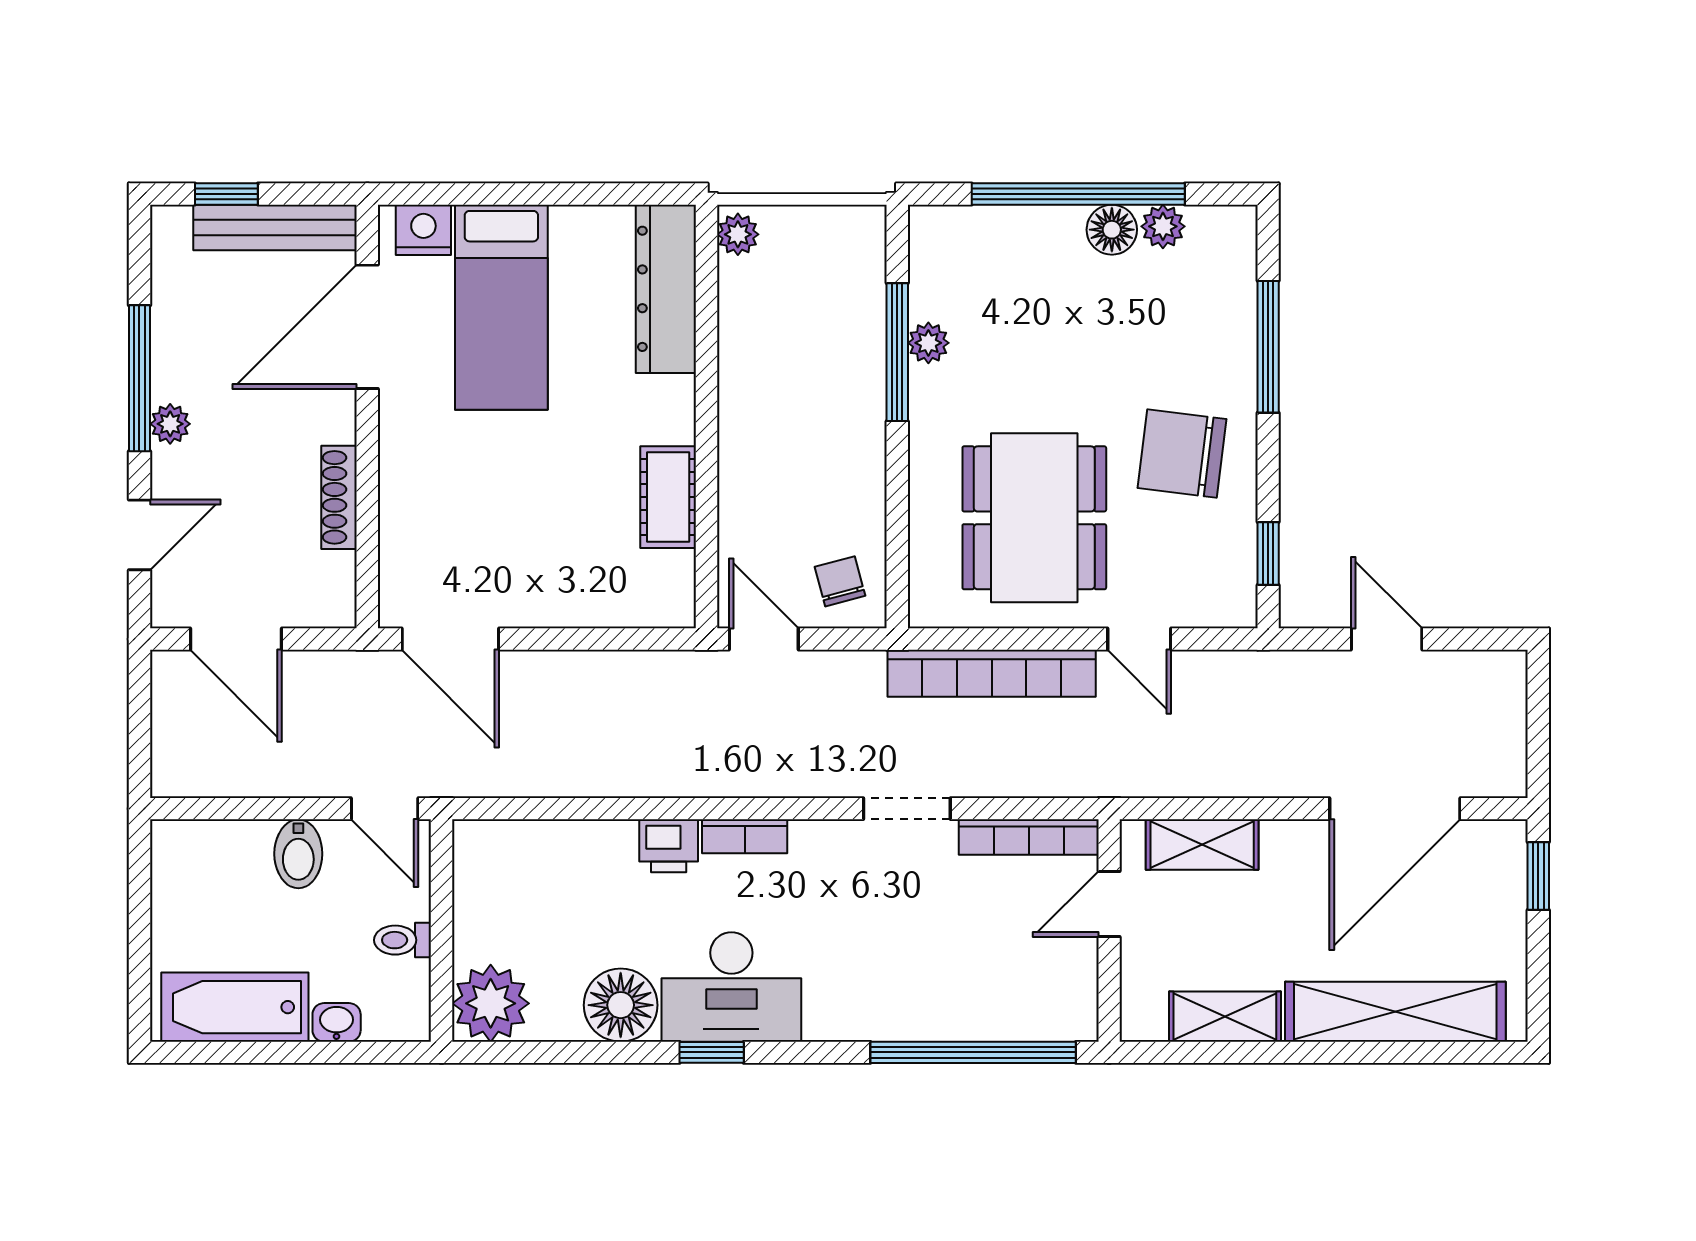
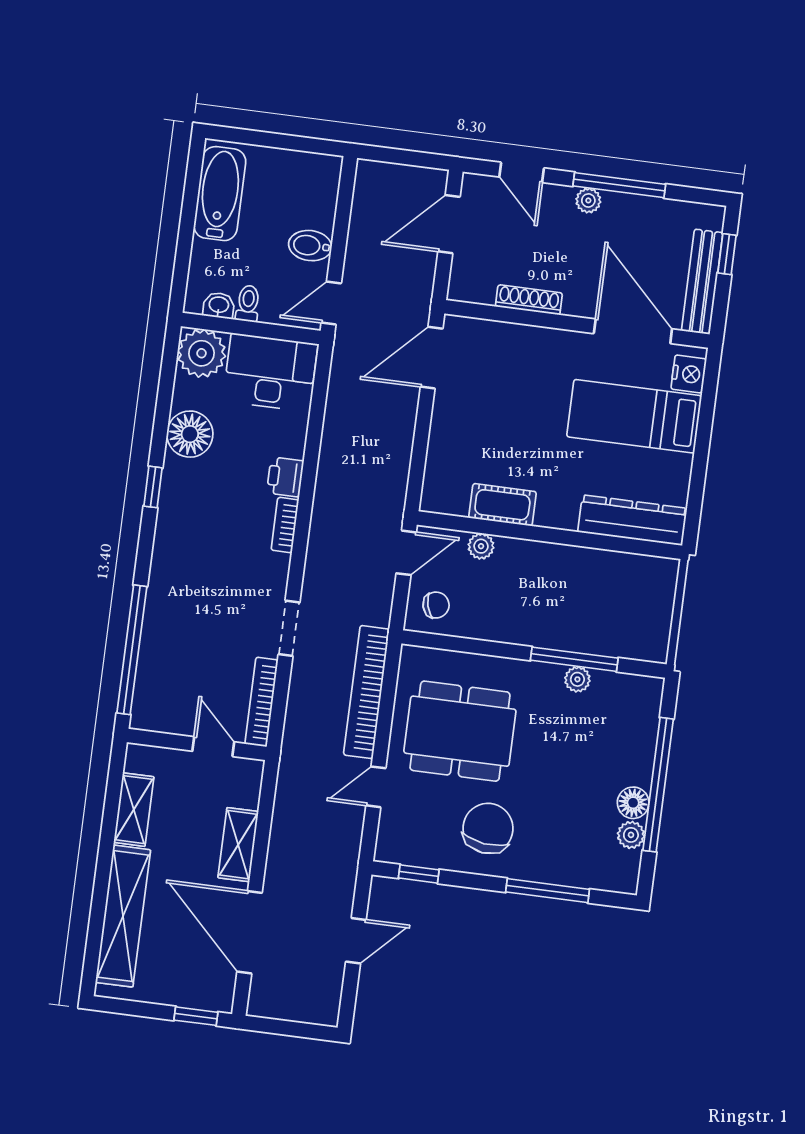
plant: (738, 234) -> (481, 546), moved
shelving: (1202, 845) -> (238, 845), moved
desk: (731, 987) -> (270, 373), moved, turned 90
washbasin: (337, 1022) -> (219, 305), moved, turned -90

